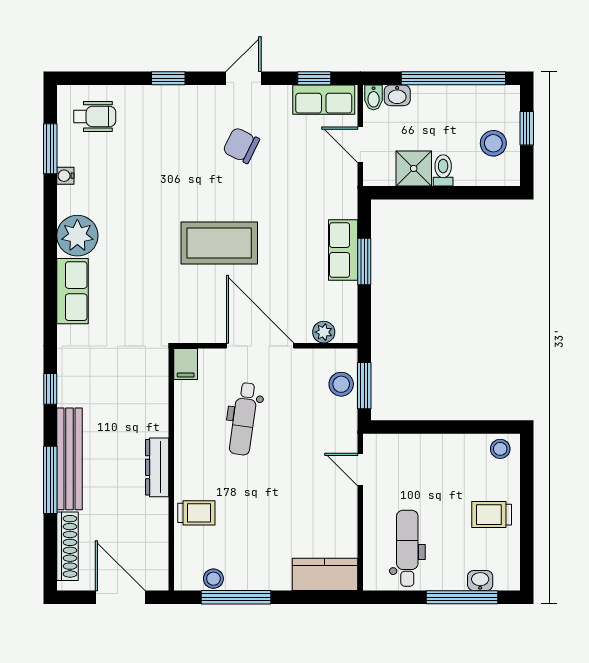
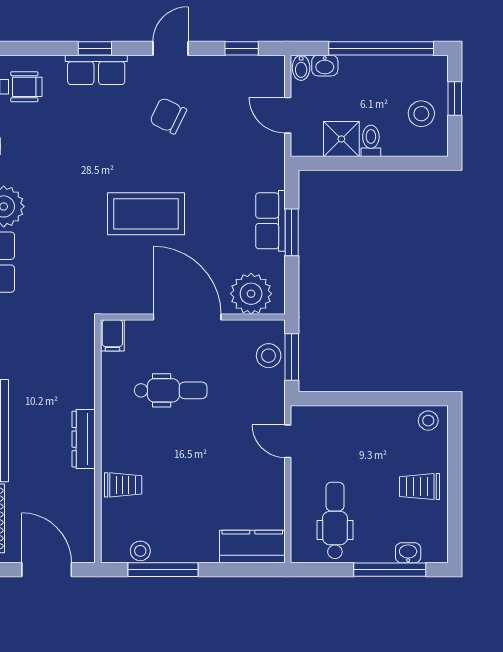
row of seats: (324, 100) -> (96, 70), moved
plant: (324, 332) -> (251, 294), width x1.88, depth x1.88
dental chair: (244, 419) -> (171, 390), turned -98

